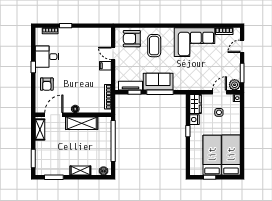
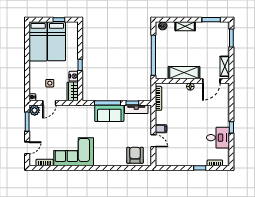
armchair: (132, 39) -> (135, 155), turned -90
coffee table: (154, 46) -> (113, 148), removed
armchair: (47, 84) -> (218, 111), removed

